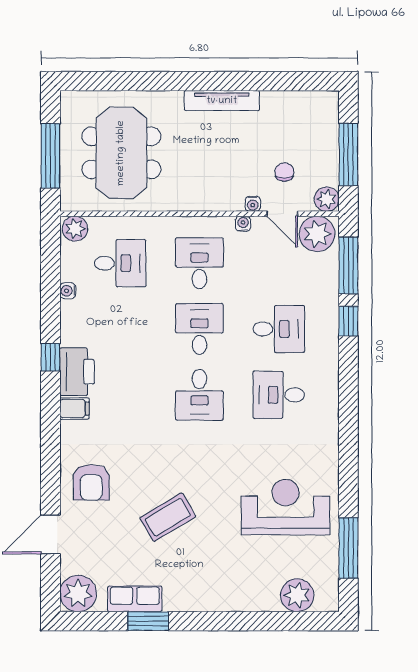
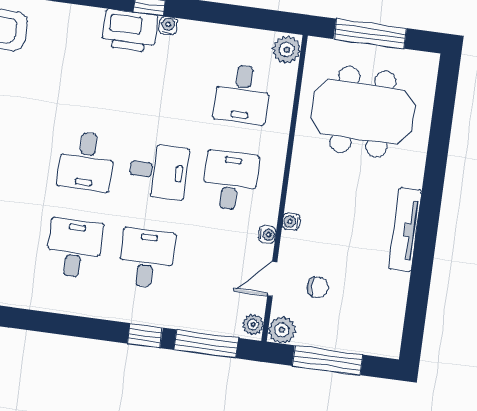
water cooler: (253, 204) -> (291, 222), moved
plant: (317, 234) -> (253, 325), width x0.53, depth x0.53
desk: (199, 263) -> (230, 181), turned -90
water cooler: (68, 291) -> (168, 26), moved
desk: (279, 329) -> (147, 258), turned 180
desk: (199, 395) -> (86, 161), turned -90
filing cabinet: (74, 409) -> (90, 22), removed

